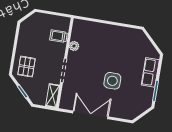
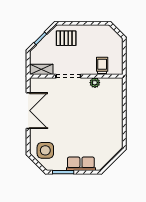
side table: (112, 81) -> (45, 150), moved

